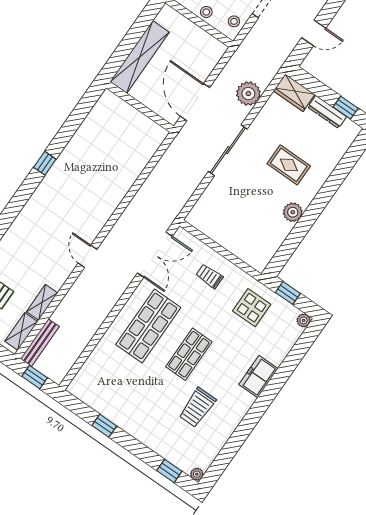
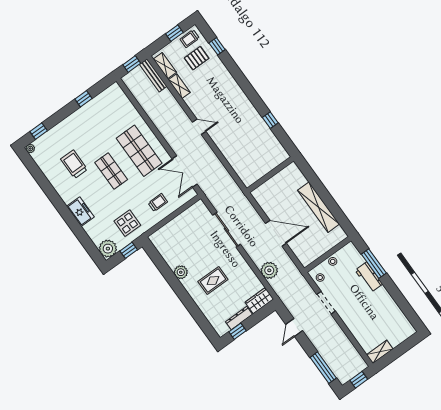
wall: (140, 107) -> (270, 175), moved
sliding door: (228, 150) -> (227, 230), moved
plant: (304, 320) -> (108, 249), width x1.87, depth x1.87

